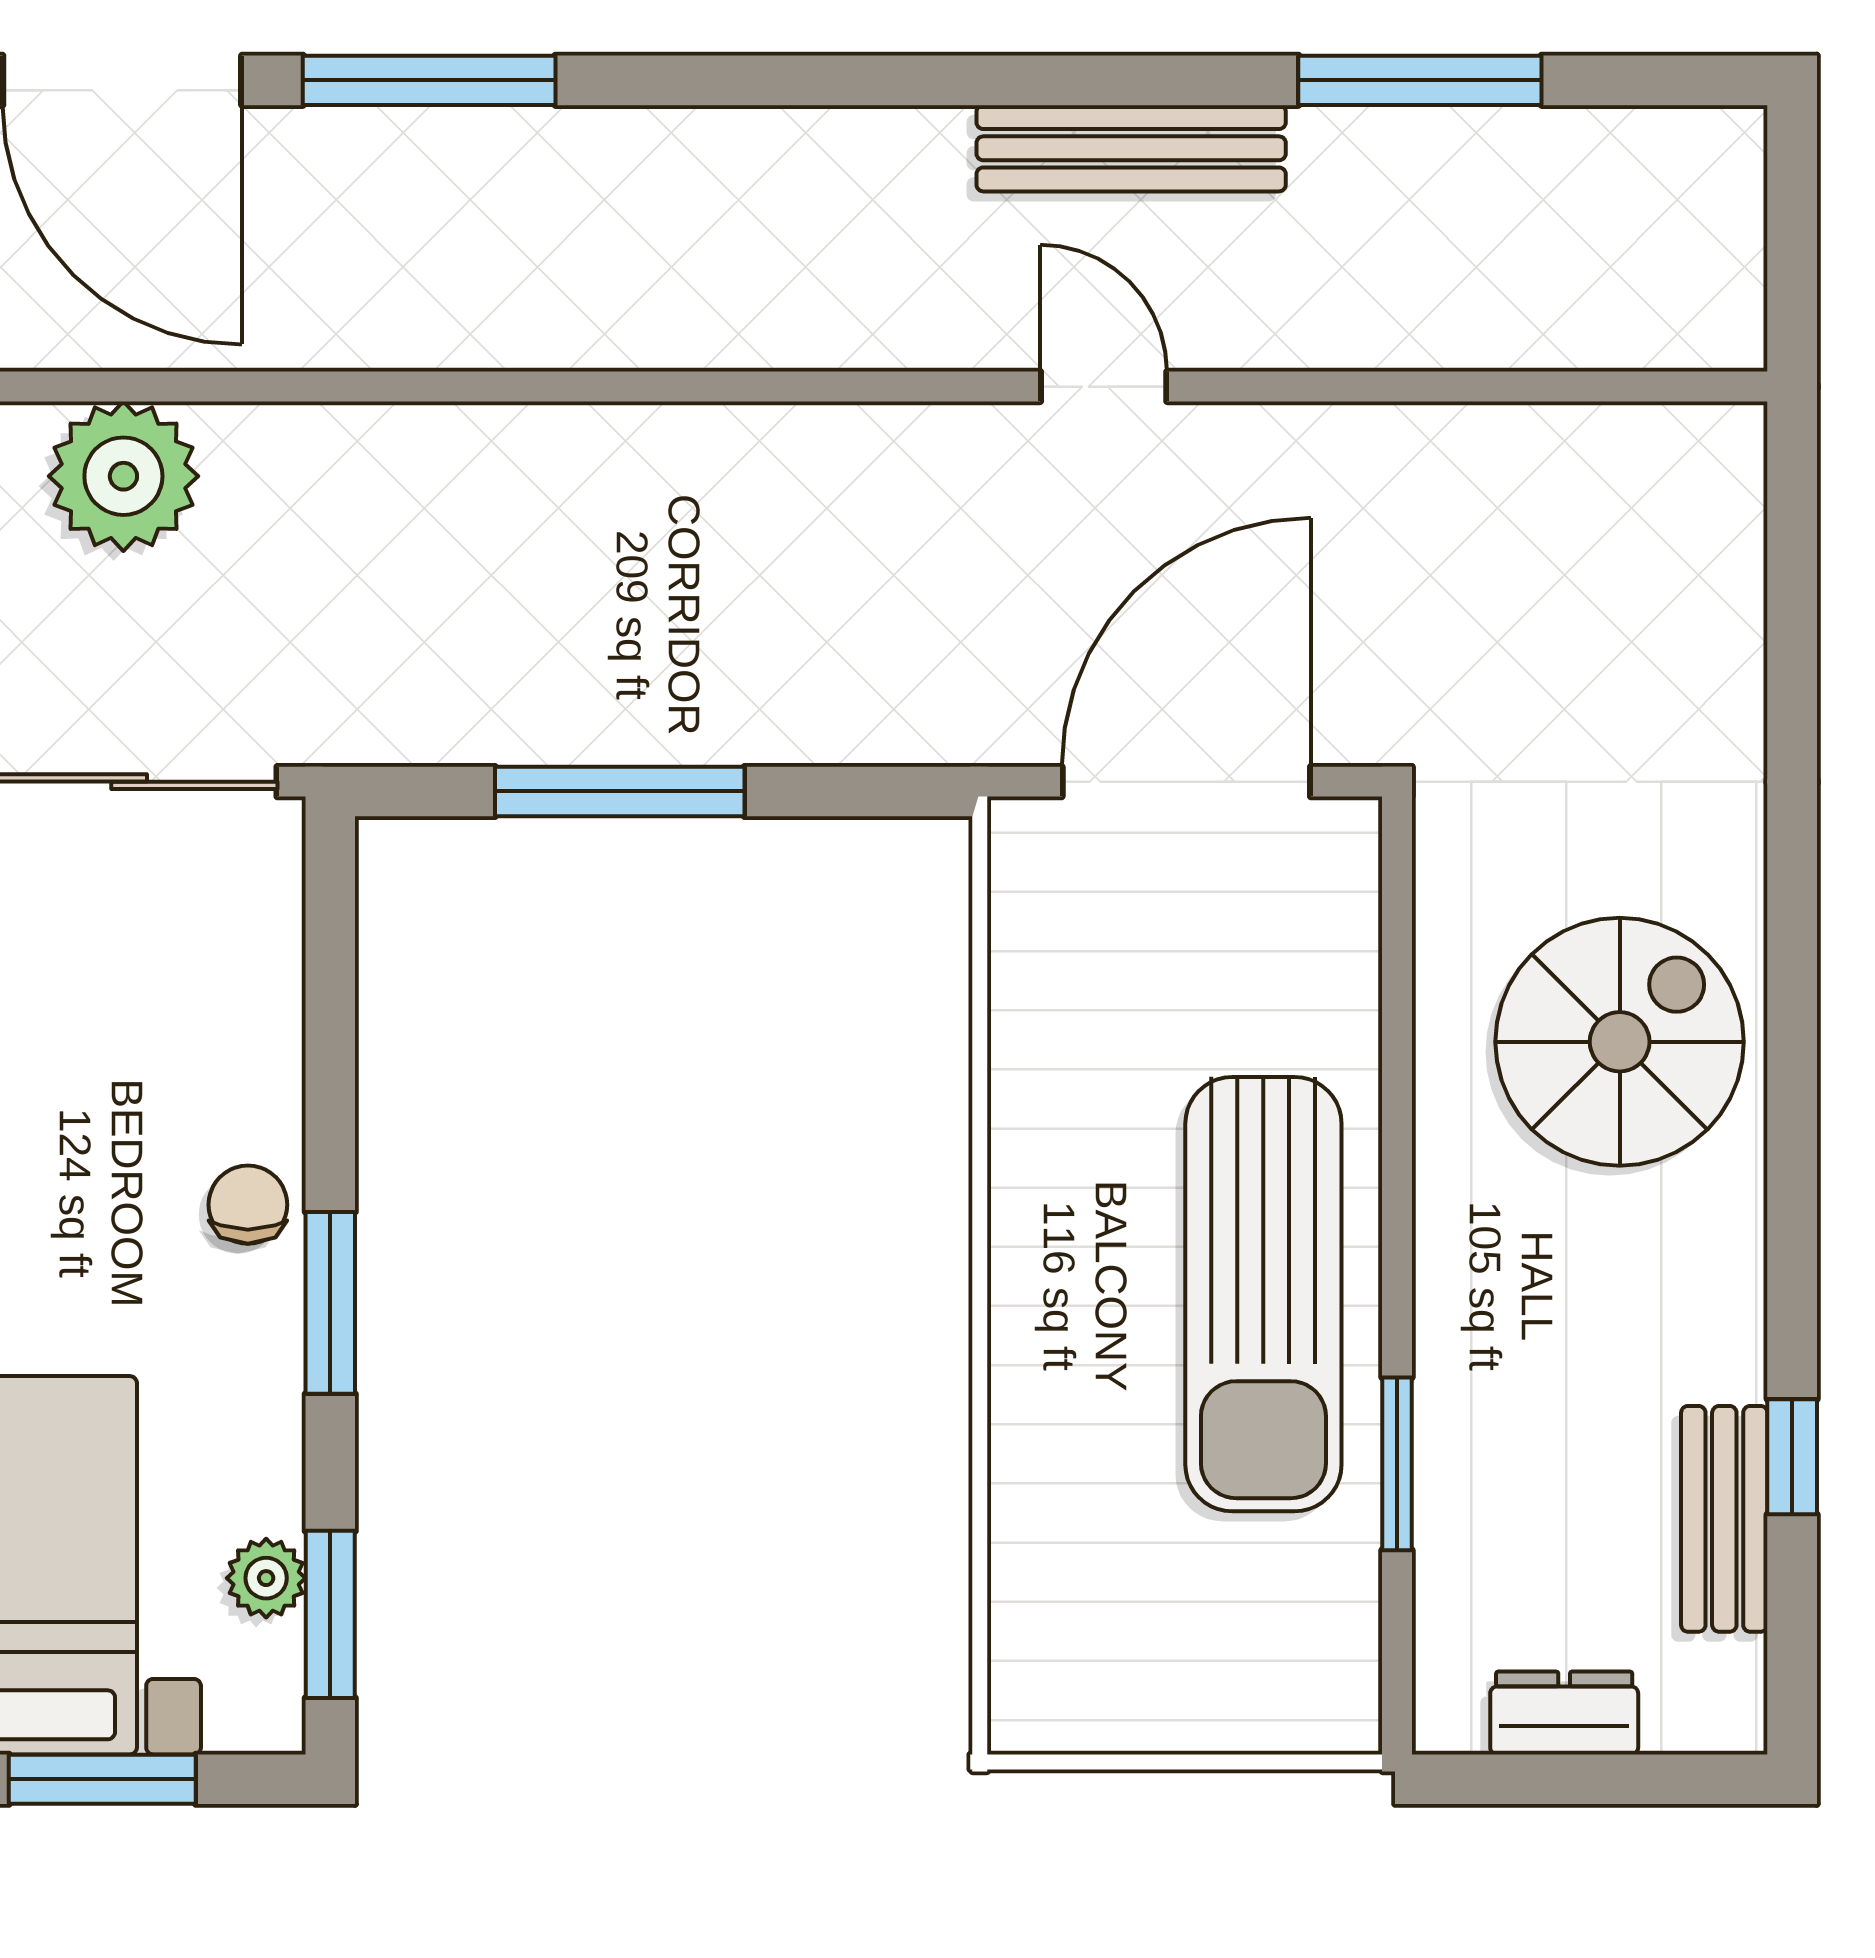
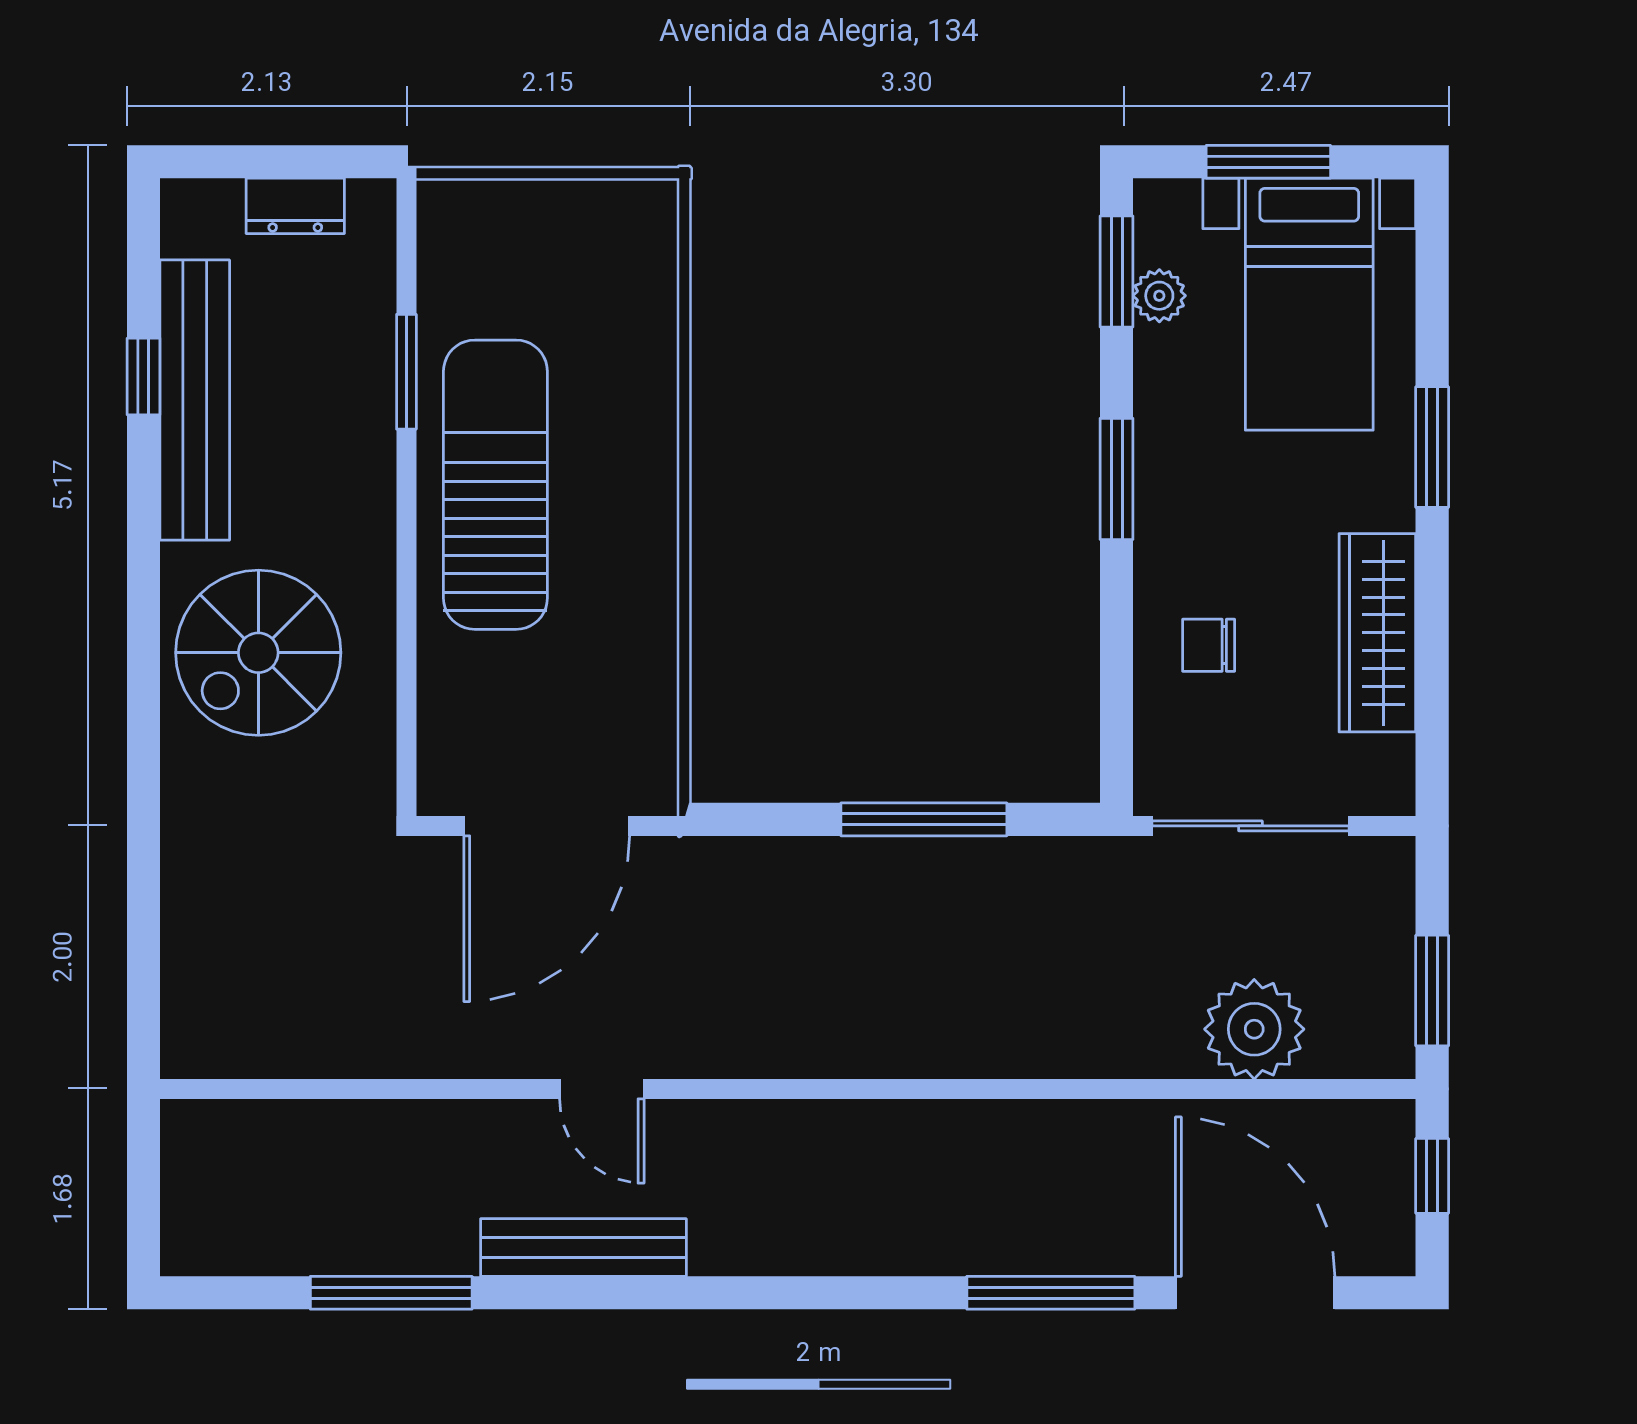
chair: (248, 1205) -> (1209, 645), moved, turned 90
bench: (1724, 1519) -> (195, 400), width x1.86, depth x1.21

